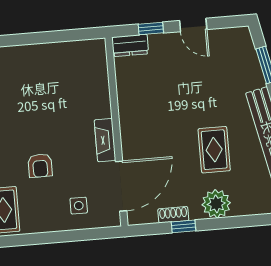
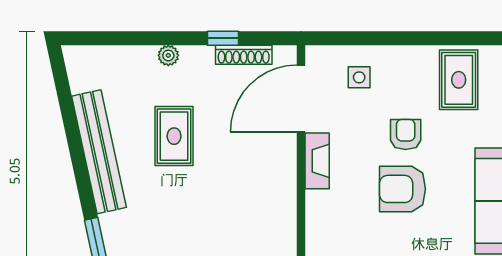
armchair: (39, 124) -> (403, 189), added
plant: (216, 204) -> (168, 55), width x0.53, depth x0.53
shoe rack: (173, 215) -> (244, 55), width x1.43

